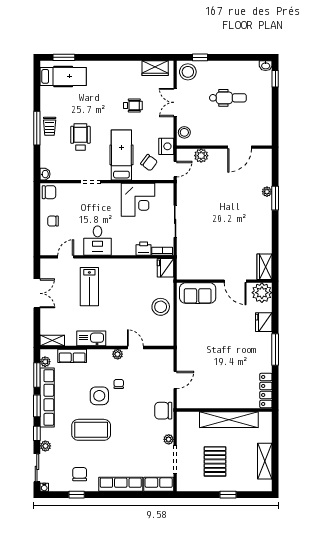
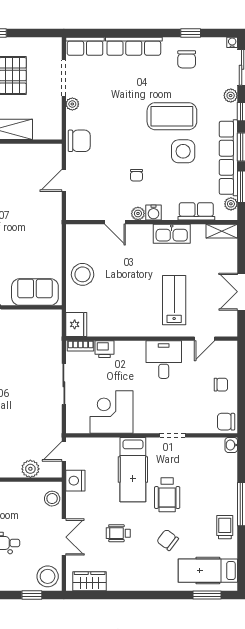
trolley: (50, 126) -> (225, 527), moved
wheelchair: (80, 137) -> (167, 495), moved
chair: (149, 163) -> (168, 540), moved
water cooler: (105, 355) -> (154, 212), added
side table: (99, 396) -> (183, 151), moved

